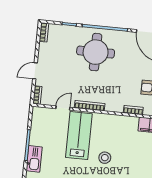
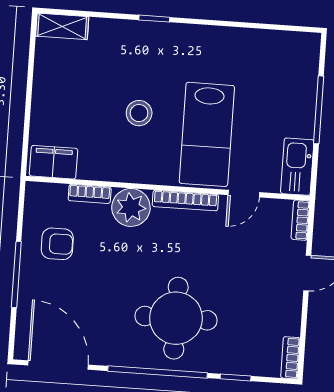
plant: (115, 103) -> (131, 207), added
stool: (105, 158) -> (139, 113), moved
kitchen sink: (34, 159) -> (297, 167), moved

